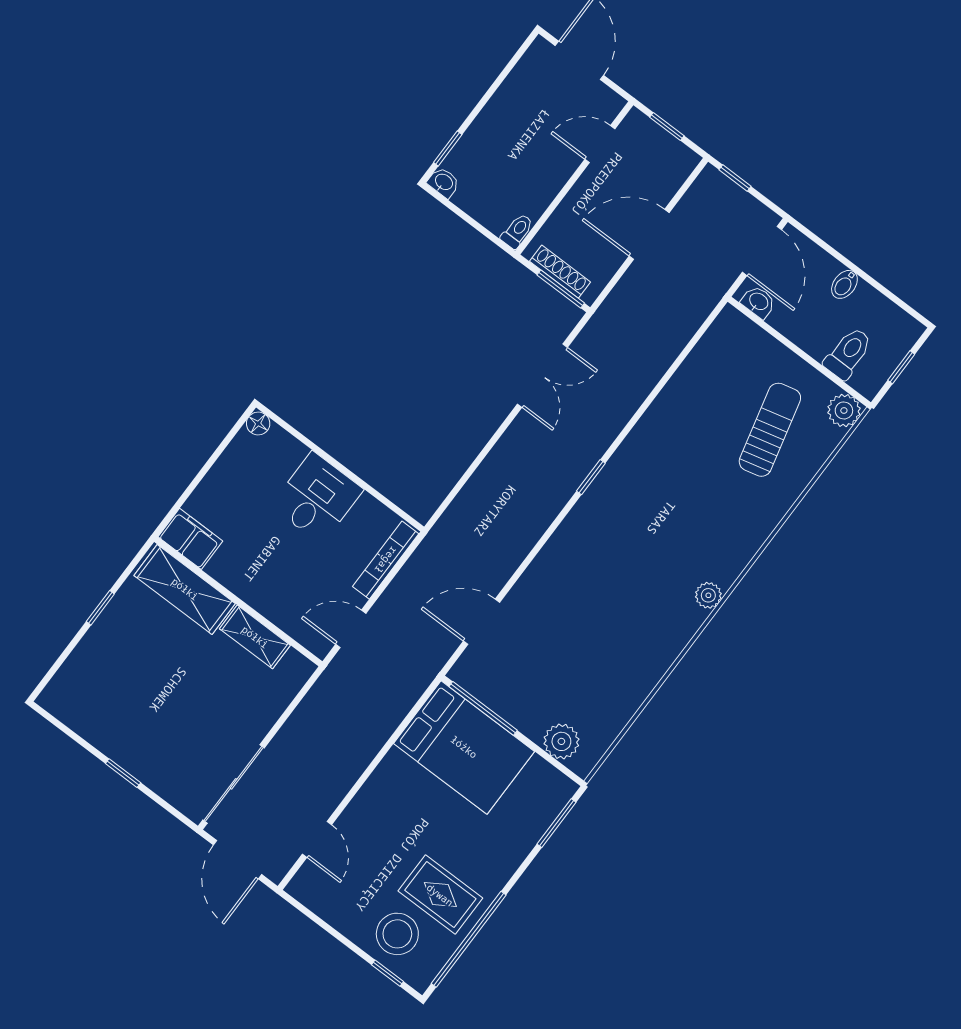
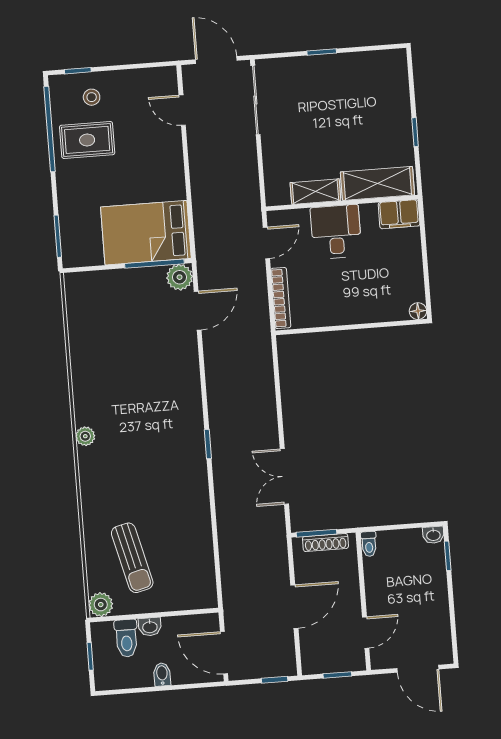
washbasin: (758, 302) -> (150, 627), moved
desk: (317, 498) -> (336, 232), moved, turned 180
plant: (561, 741) -> (180, 277), moved
stool: (397, 934) -> (92, 97), width x0.53, depth x0.53

